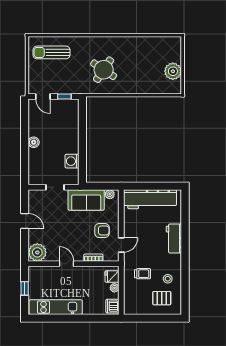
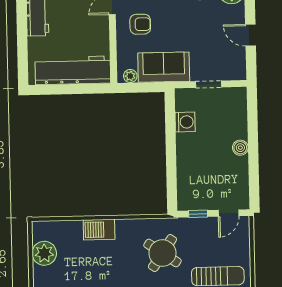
round table: (104, 70) -> (162, 253), moved
barbecue: (134, 87) -> (99, 230), added
door: (43, 96) -> (229, 213), swing flipped
armchair: (102, 230) -> (140, 24), turned 180

